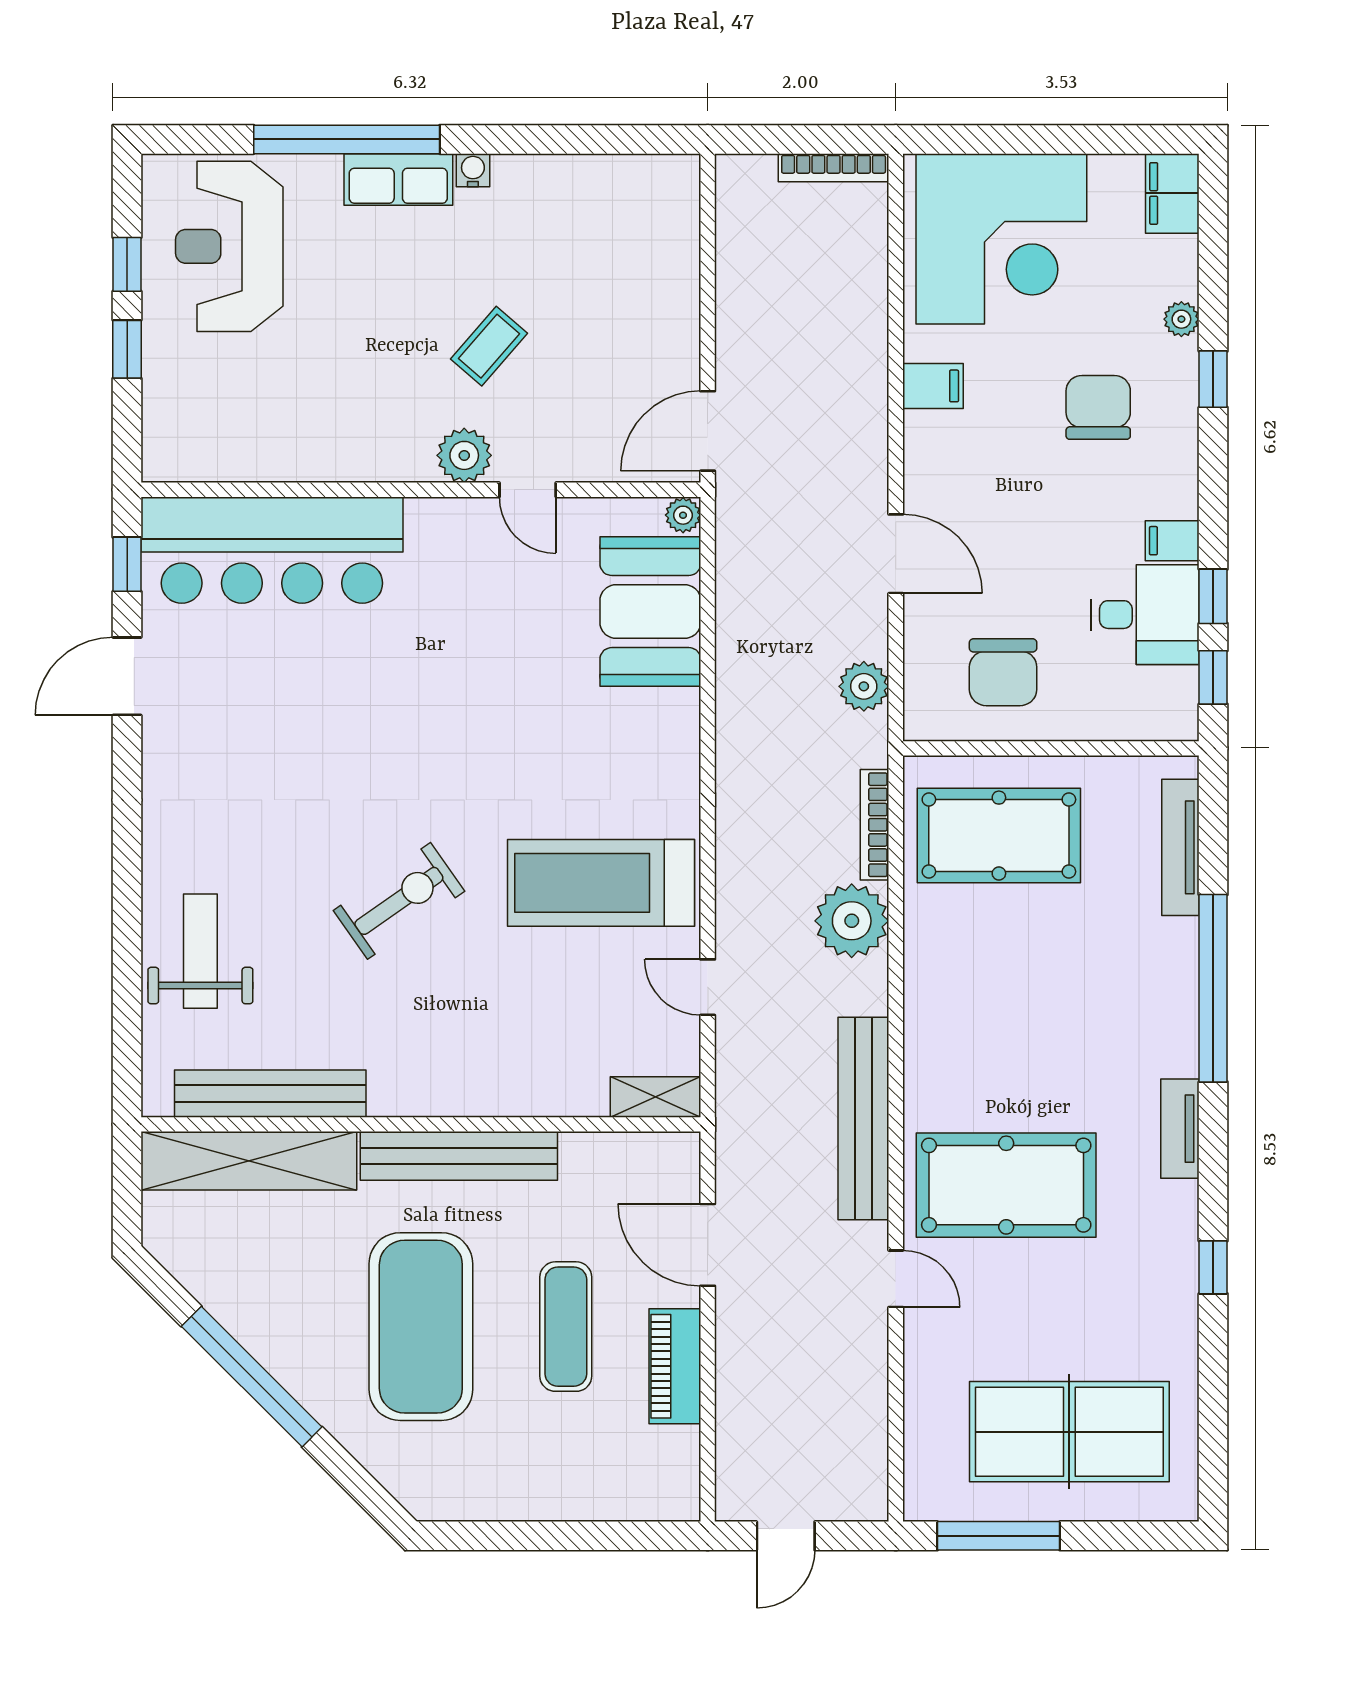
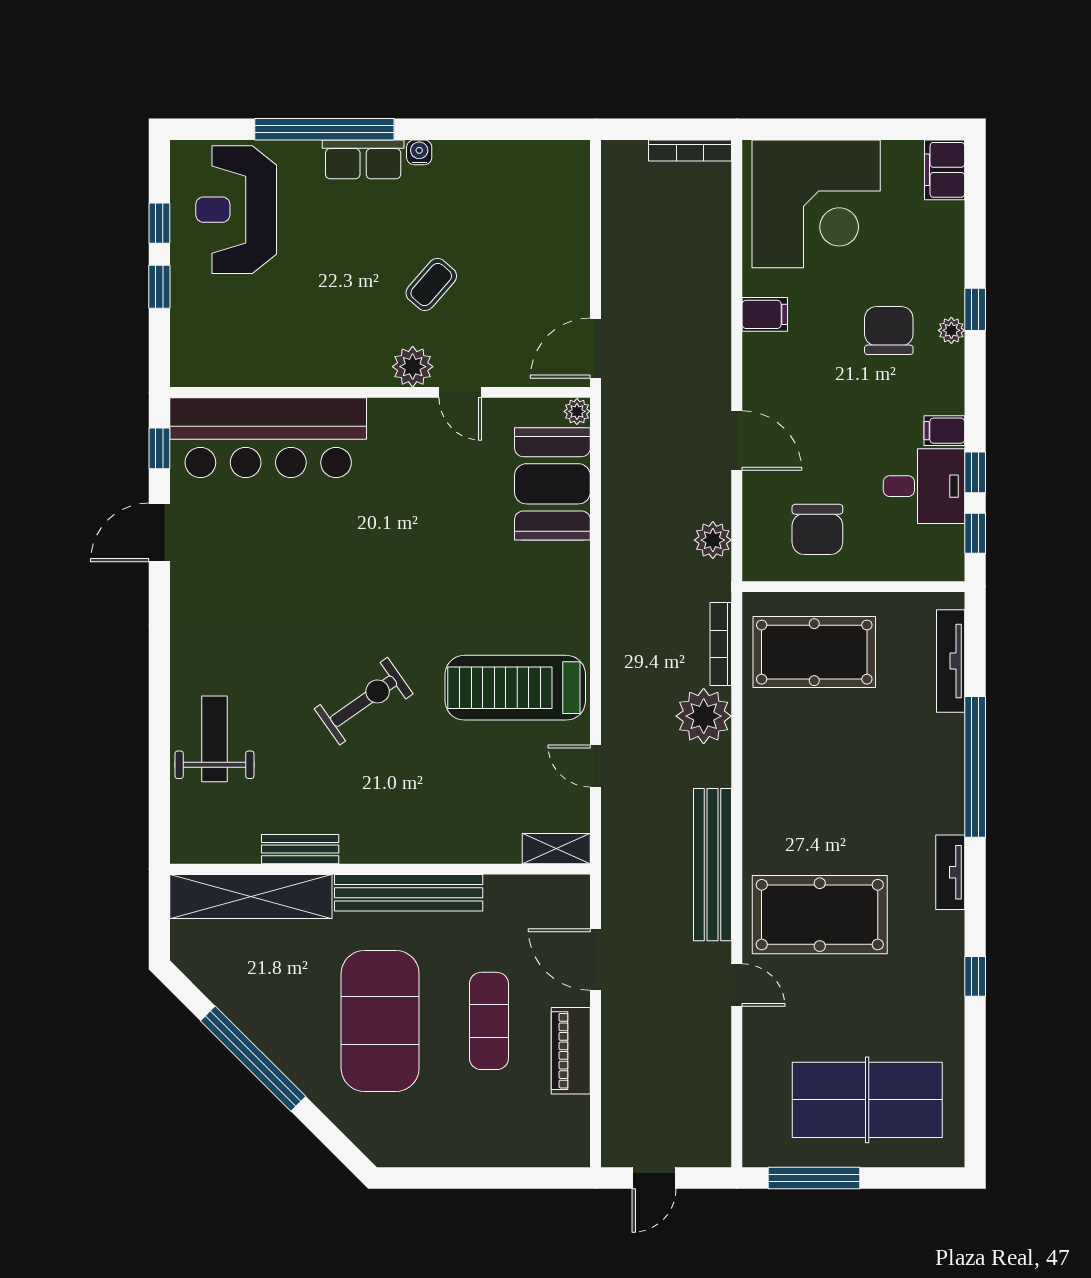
plant: (1181, 319) -> (951, 330), moved
bench: (270, 1094) -> (300, 849), width x0.54, depth x0.82

